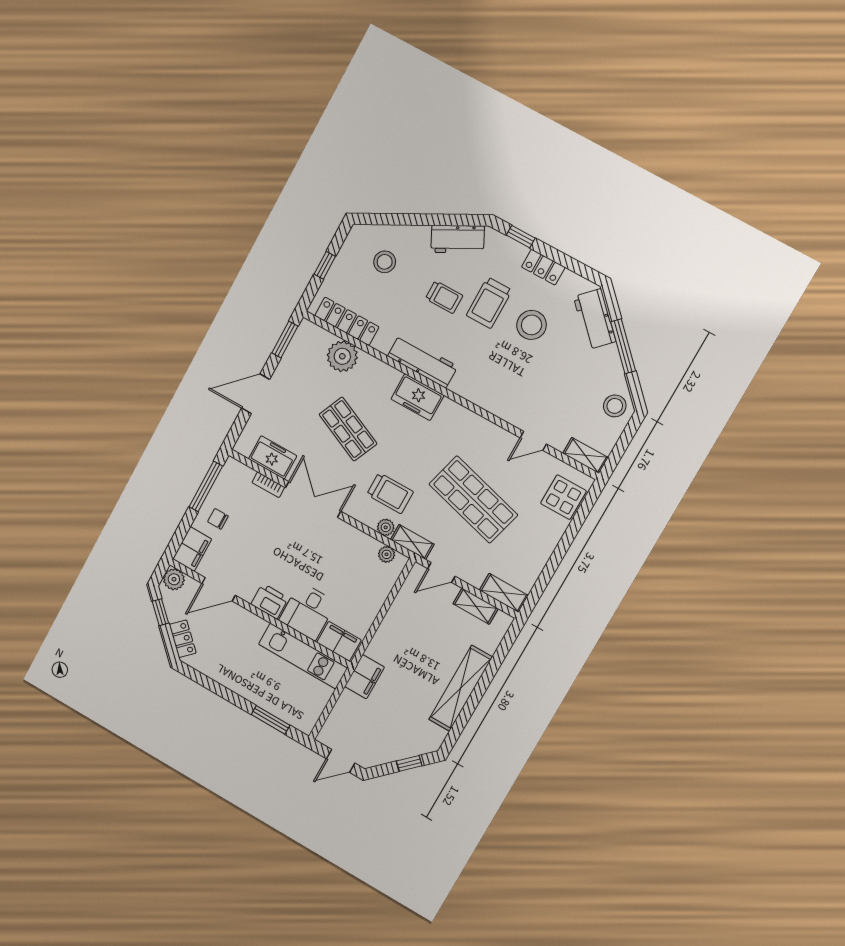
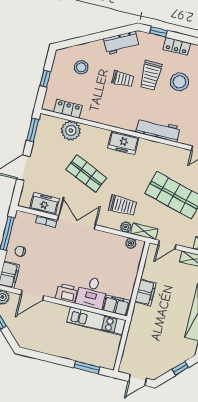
locker: (347, 321) -> (68, 109), width x0.66
workbench: (423, 361) -> (158, 130), moved
locker: (183, 639) -> (18, 333), removed
filing cabinet: (364, 677) -> (145, 292), moved

